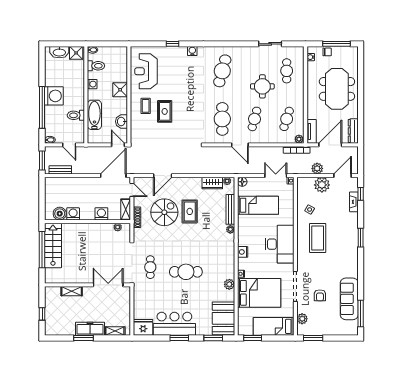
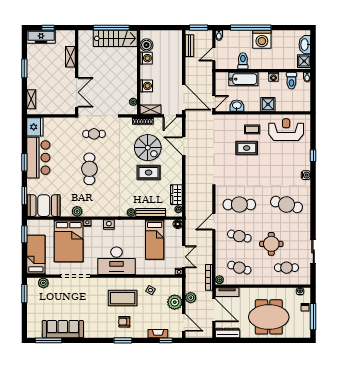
armchair: (320, 295) -> (124, 322), moved
freezer: (90, 329) -> (41, 37), moved, turned 90

